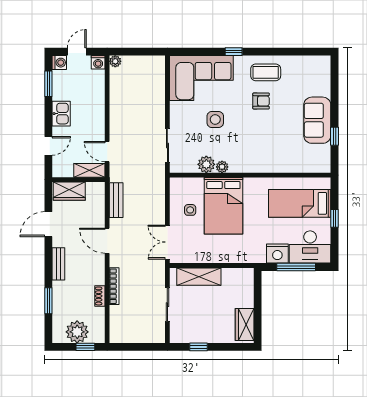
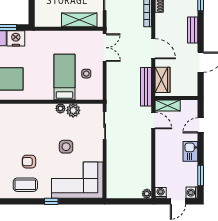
wardrobe: (69, 191) -> (163, 80), moved, turned 90
bench: (116, 200) -> (146, 87), width x1.36
bed: (223, 206) -> (65, 77), width x0.67

